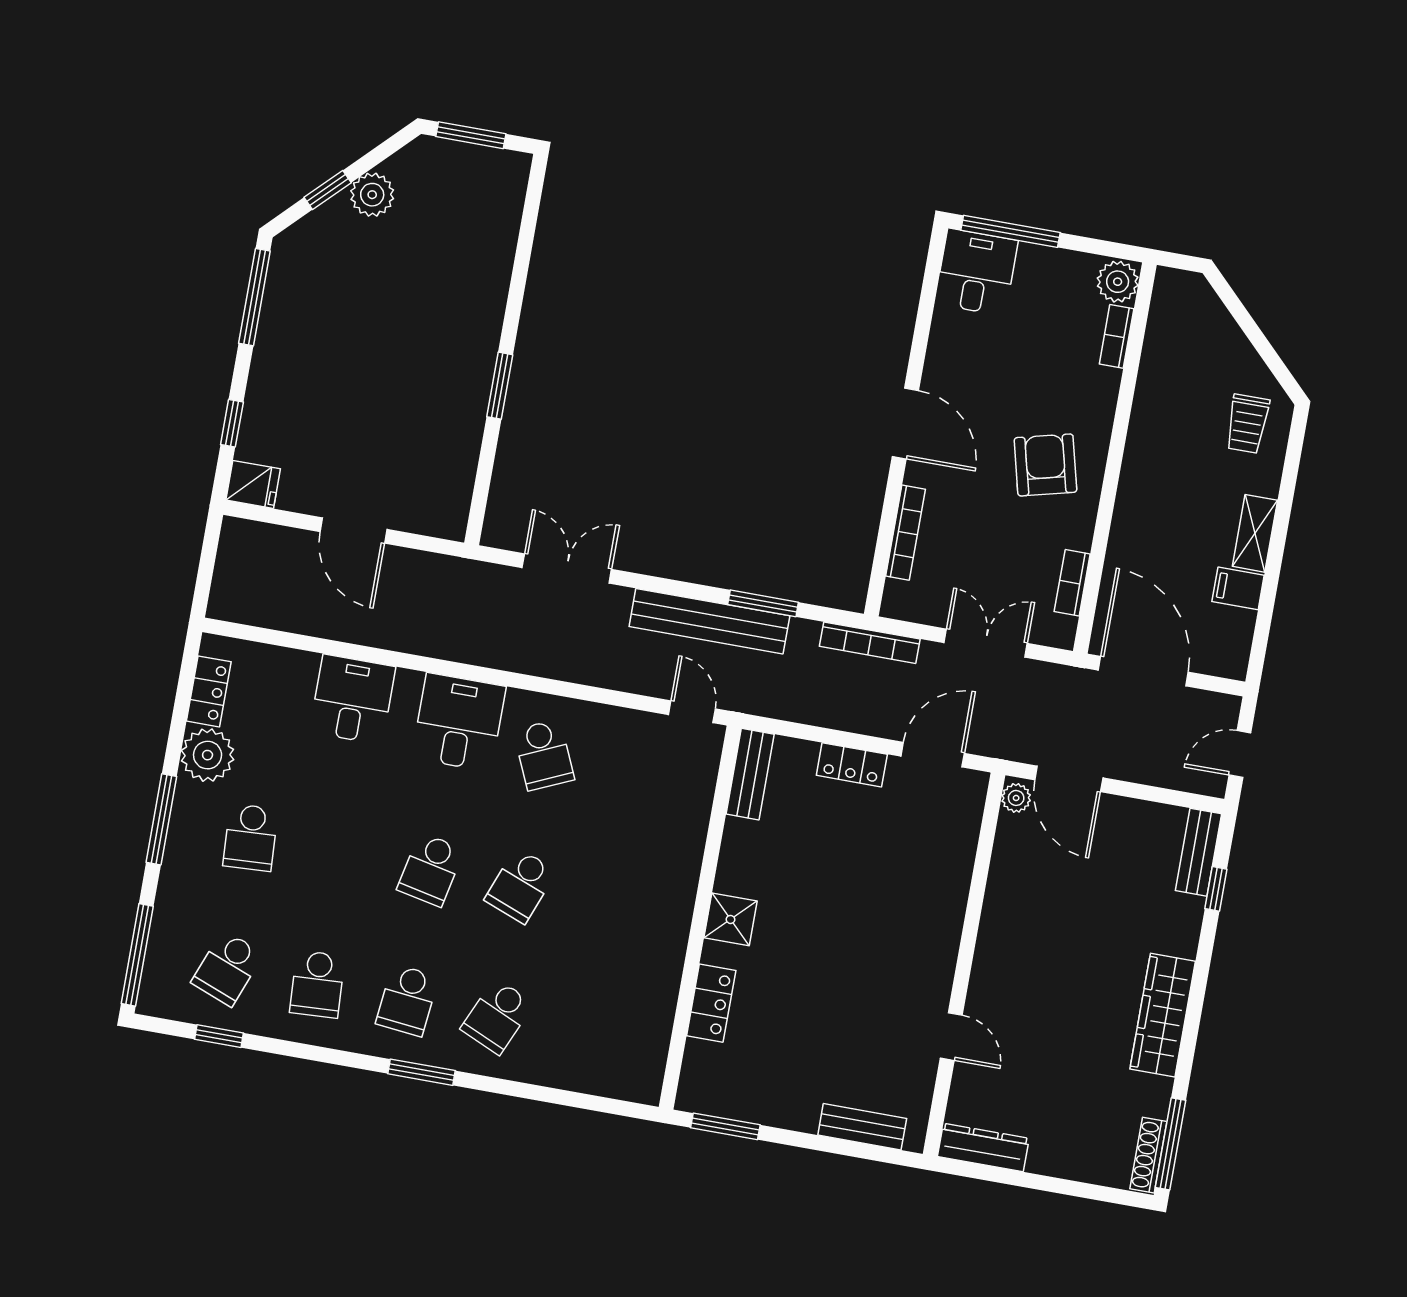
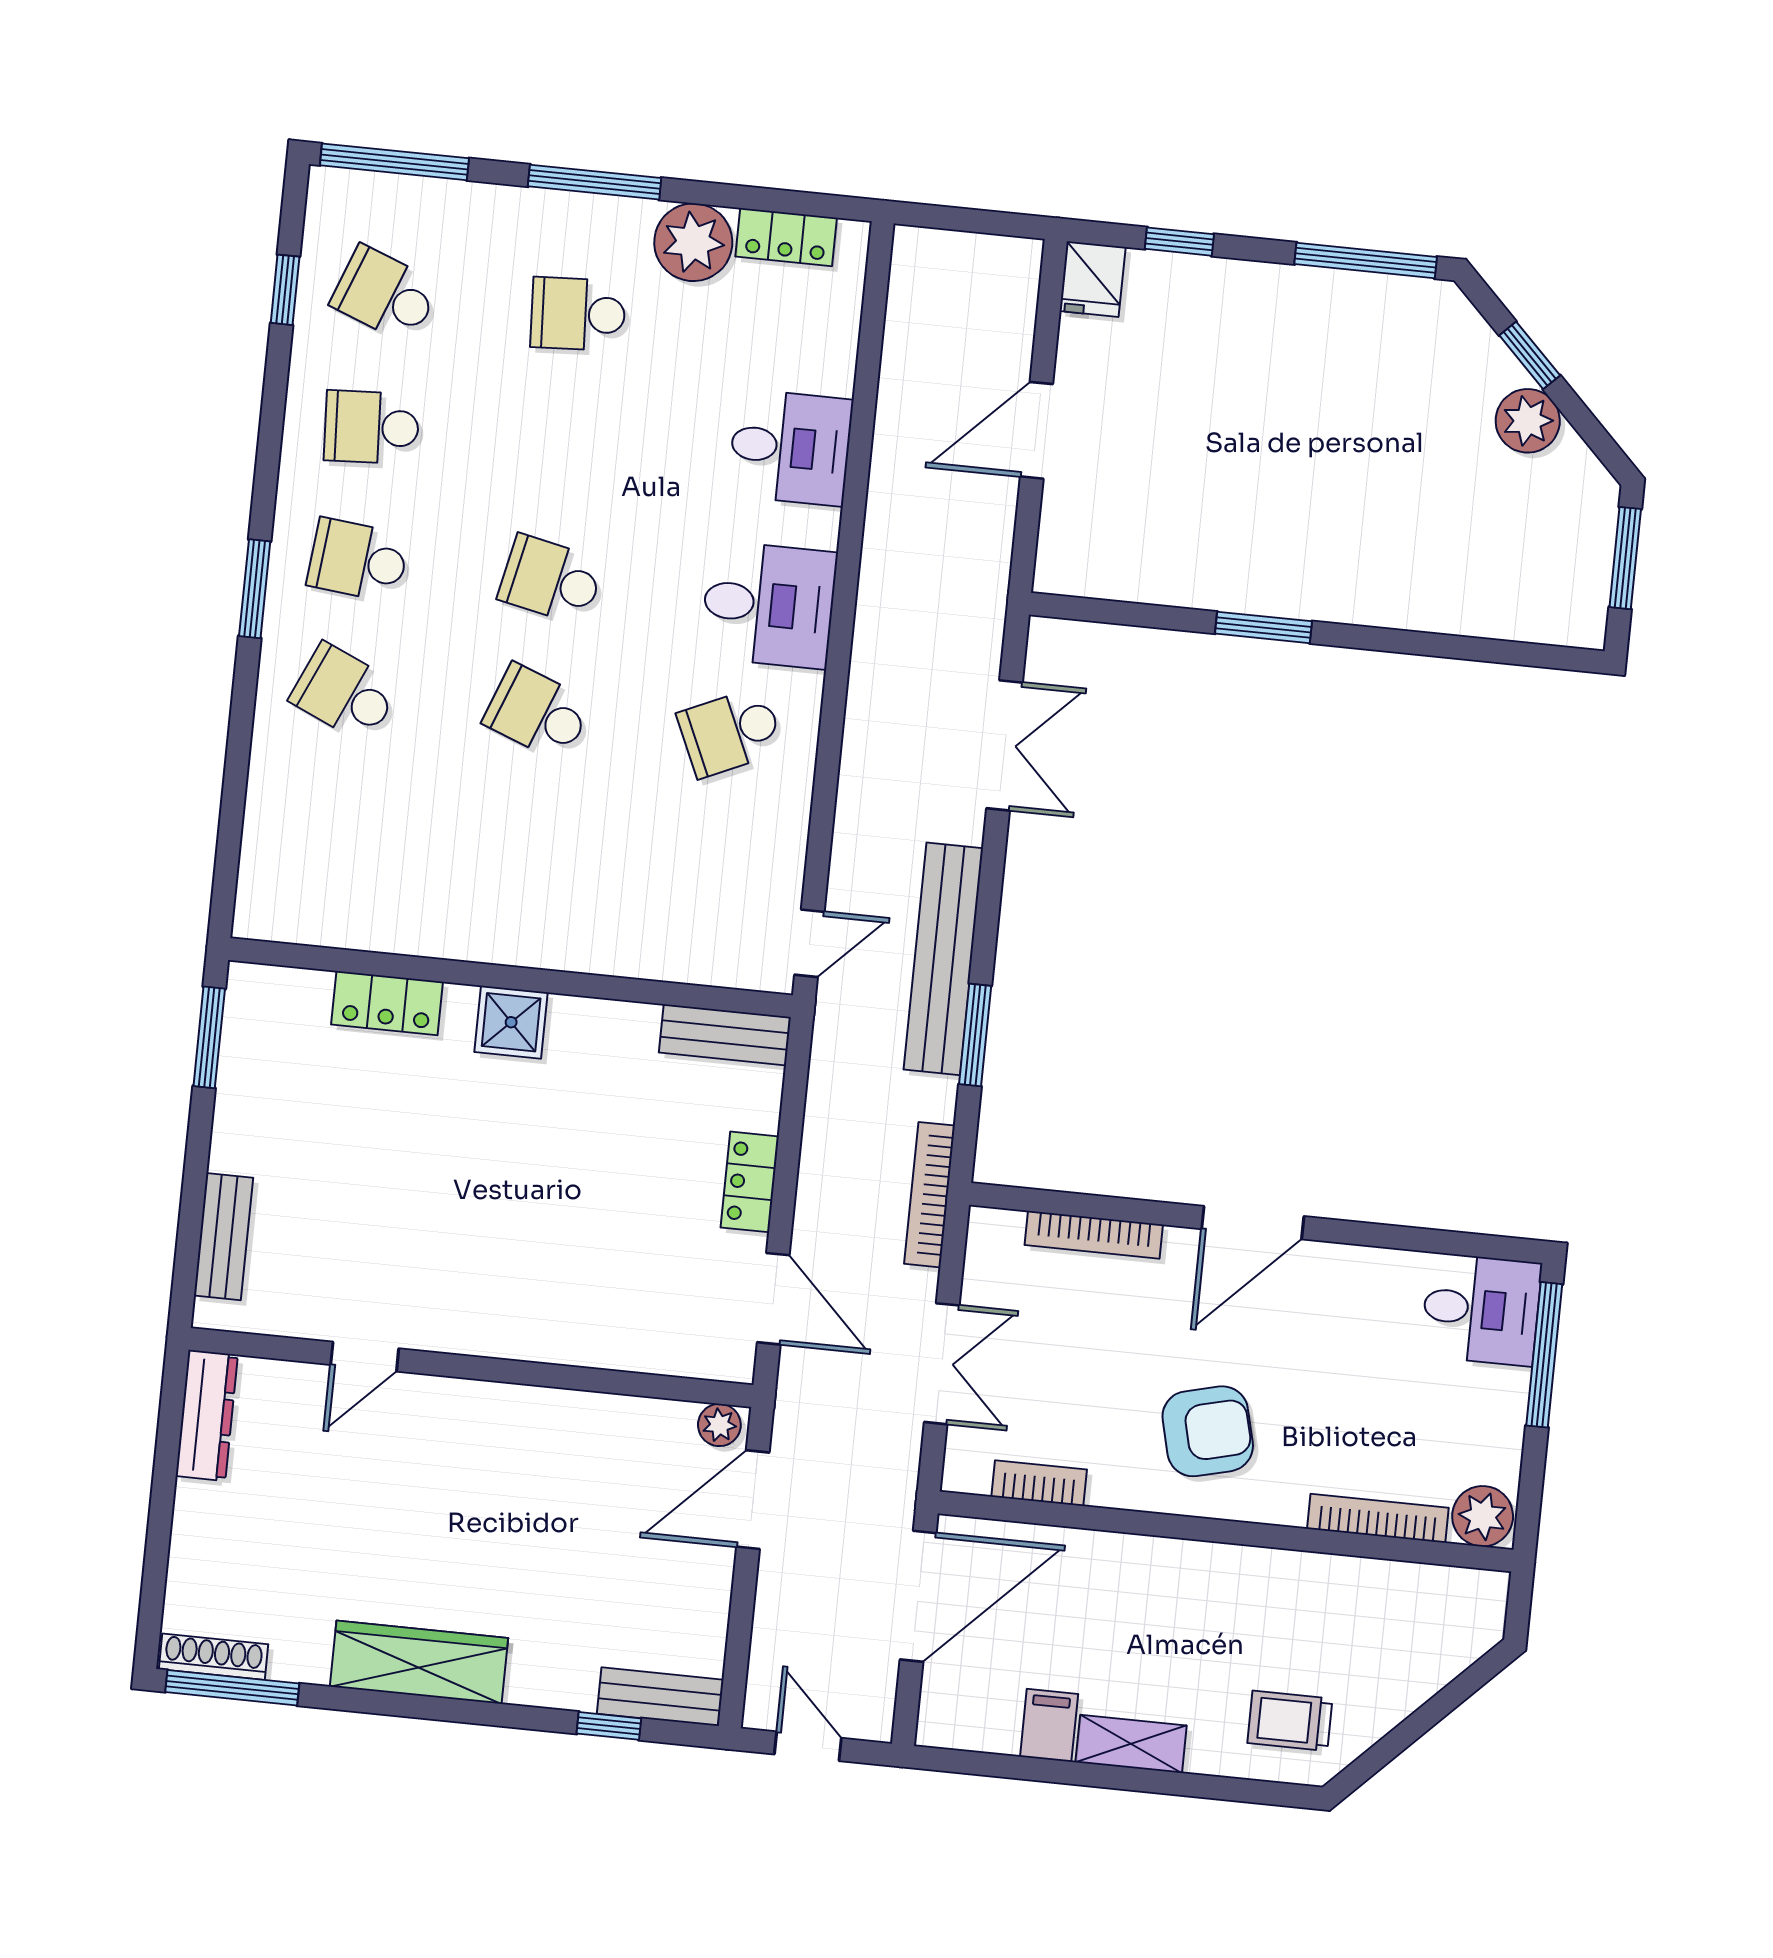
bookcase: (1117, 336) -> (1378, 1518), width x1.56

